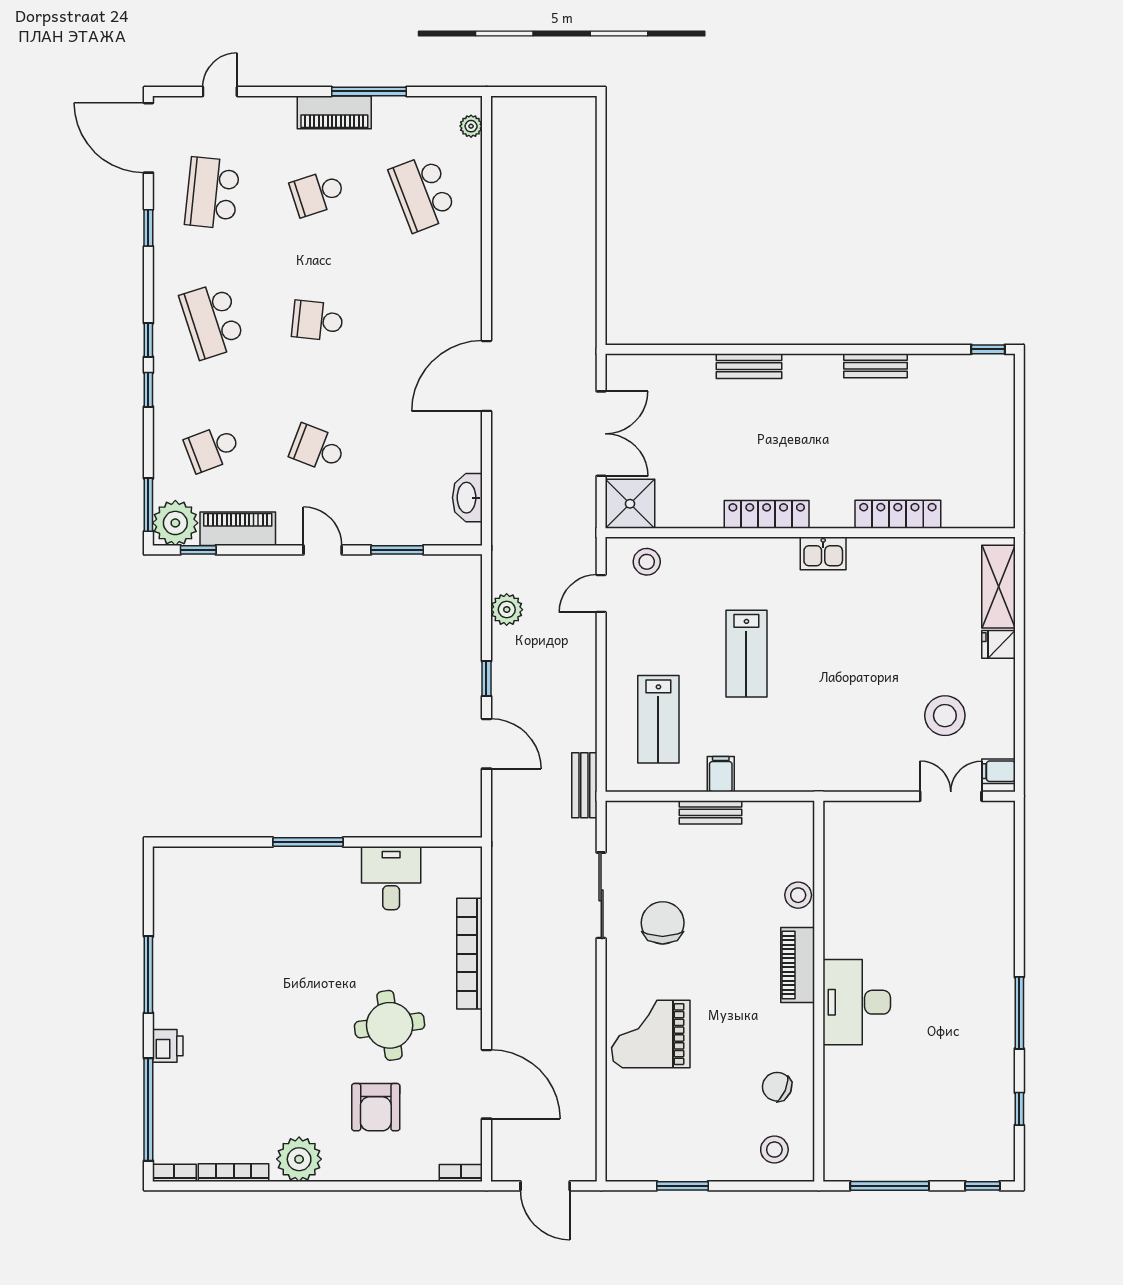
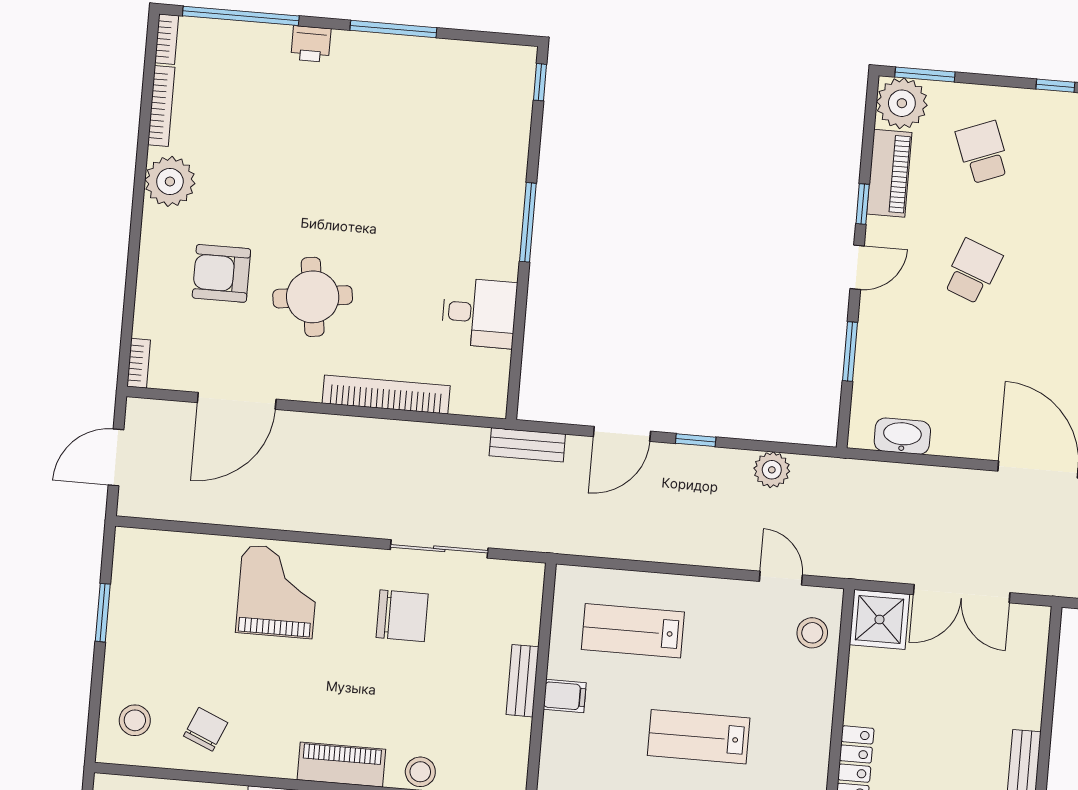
window: (198, 550) -> (863, 204), moved
bench: (584, 785) -> (527, 445), moved
window: (184, 842) -> (540, 82), added

